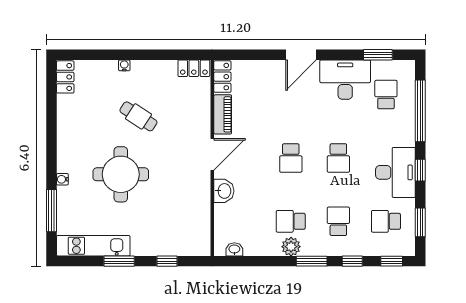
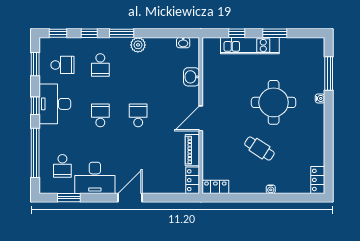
washbasin: (224, 191) -> (191, 77), moved
school desk: (291, 221) -> (138, 65), removed
kitchen unit: (93, 246) -> (250, 46), moved

